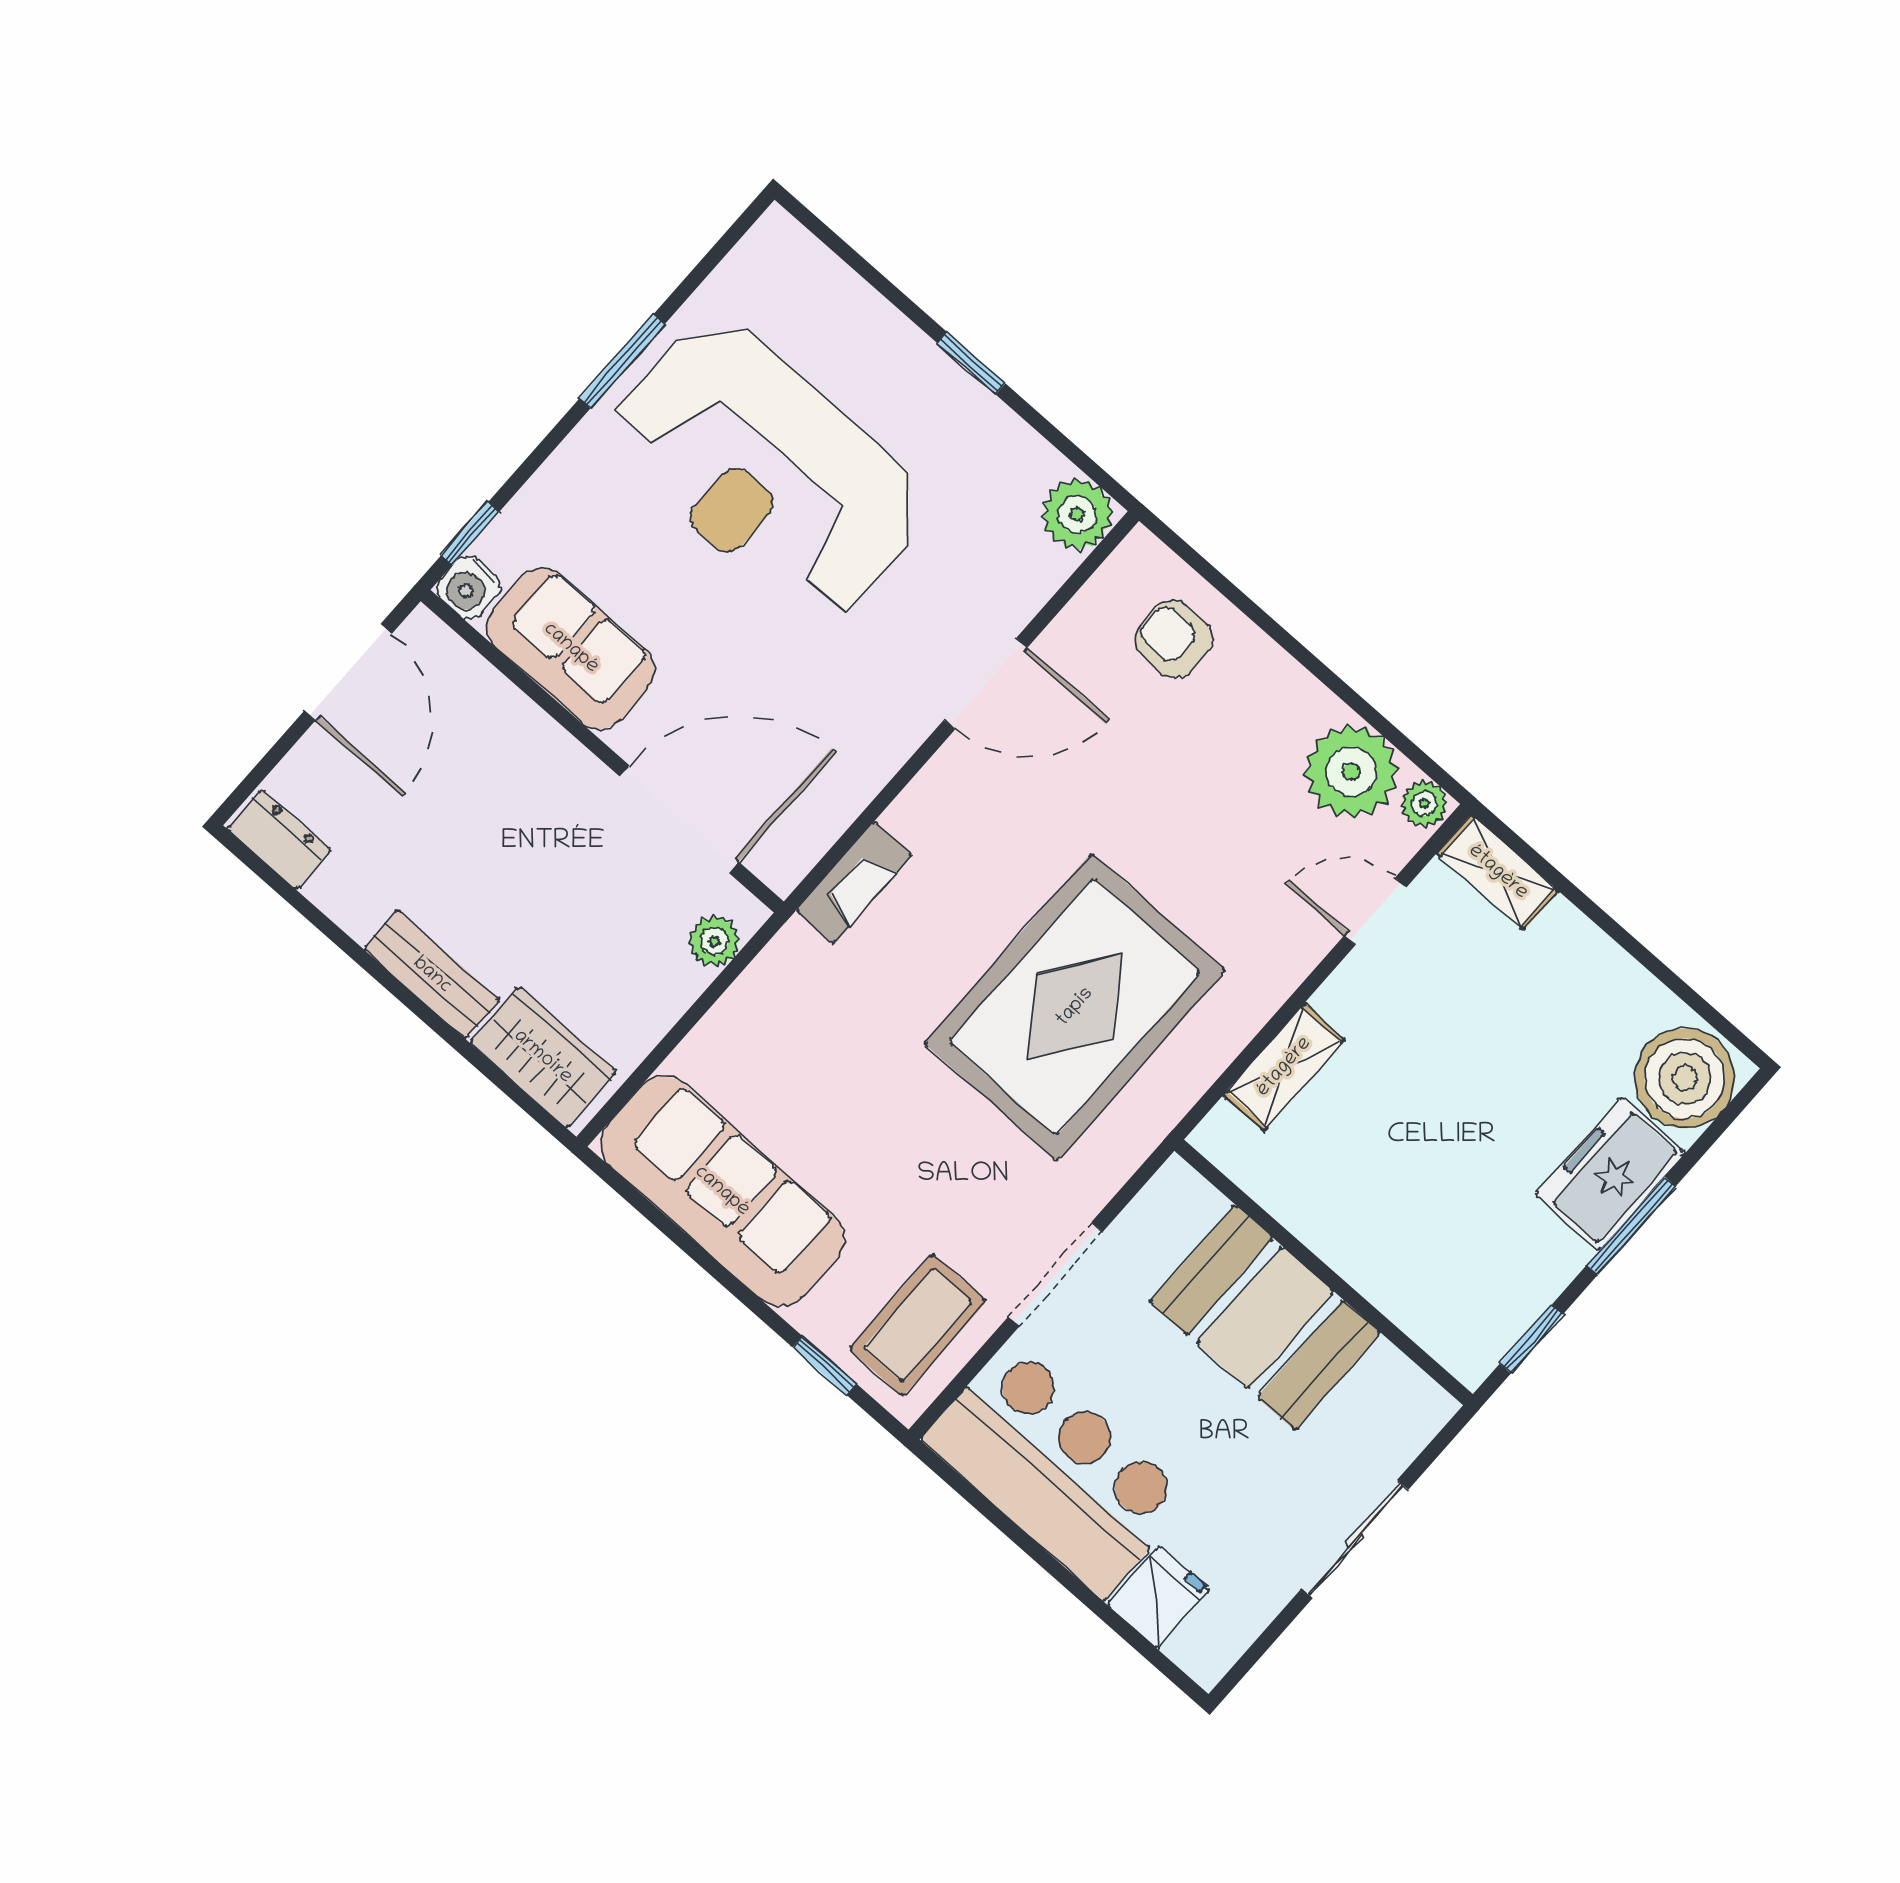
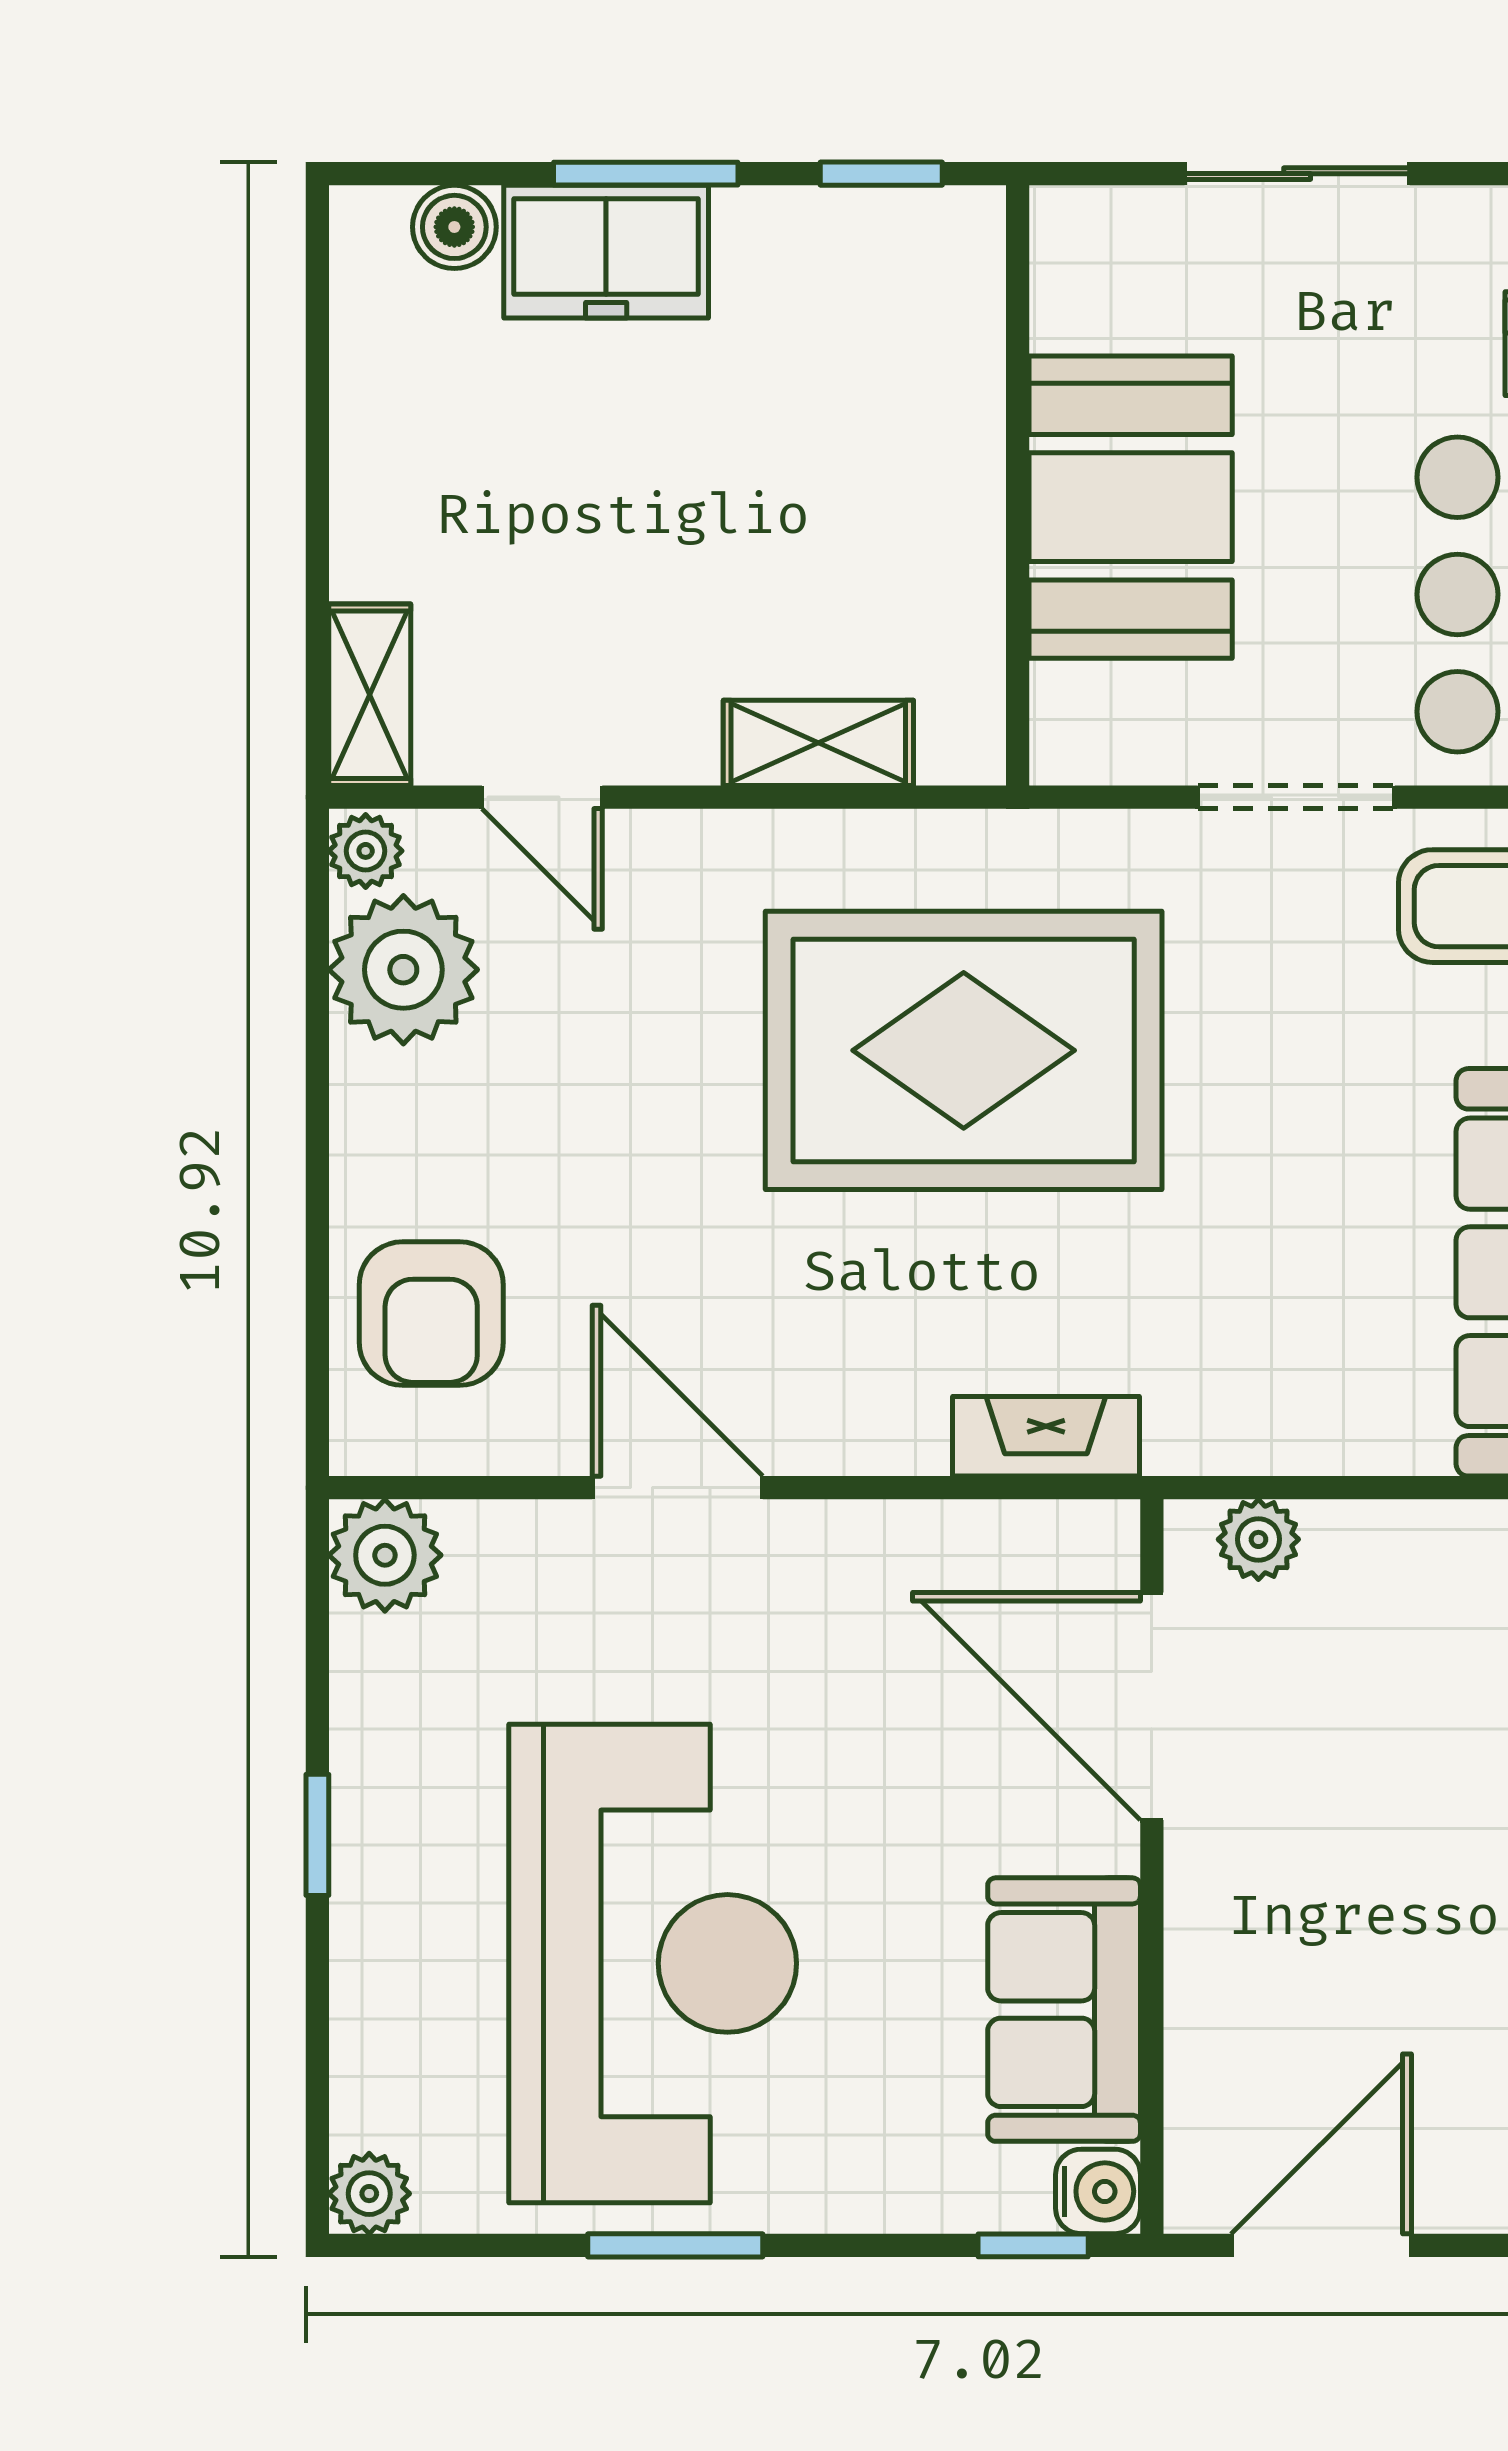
plant: (777, 236) -> (369, 2194), added
armchair: (1174, 639) -> (431, 1314), width x1.38, depth x1.38
boiler: (1685, 1078) -> (454, 227), width x0.54, depth x0.54

